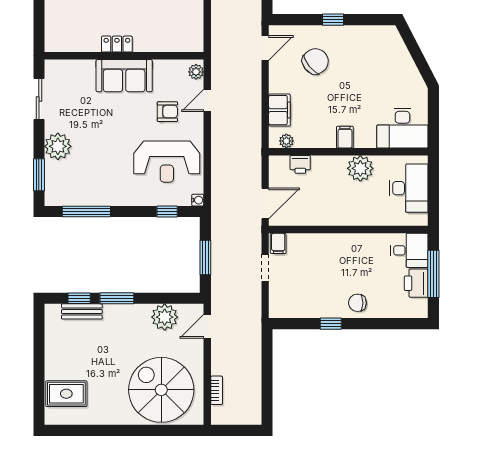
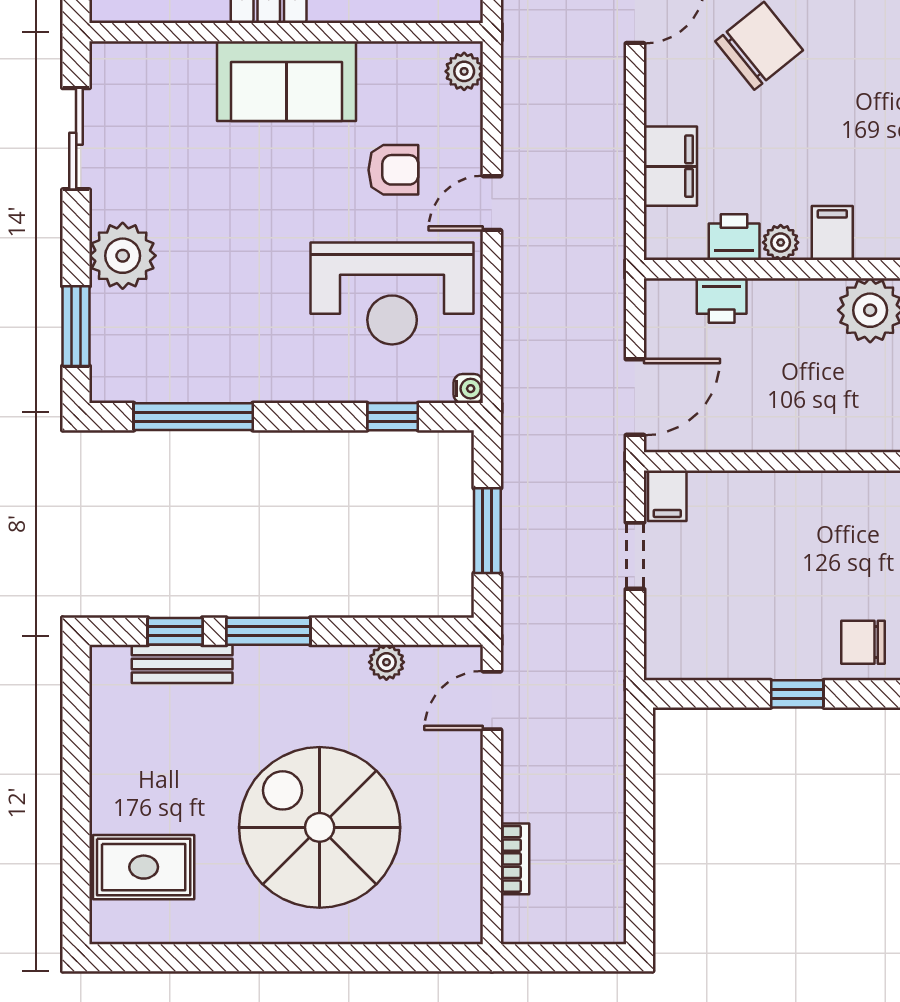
door: (207, 100) -> (492, 203), moved
printer: (305, 139) -> (734, 237), added
plant: (286, 141) -> (781, 242), moved
plant: (165, 317) -> (386, 662), width x0.53, depth x0.53
spiral stairs: (161, 390) -> (320, 827), moved

